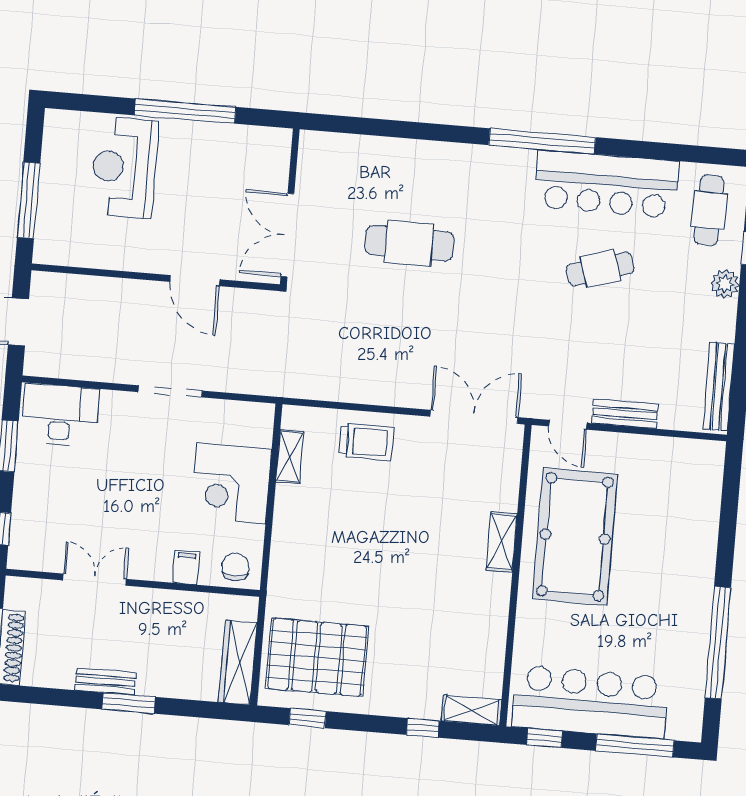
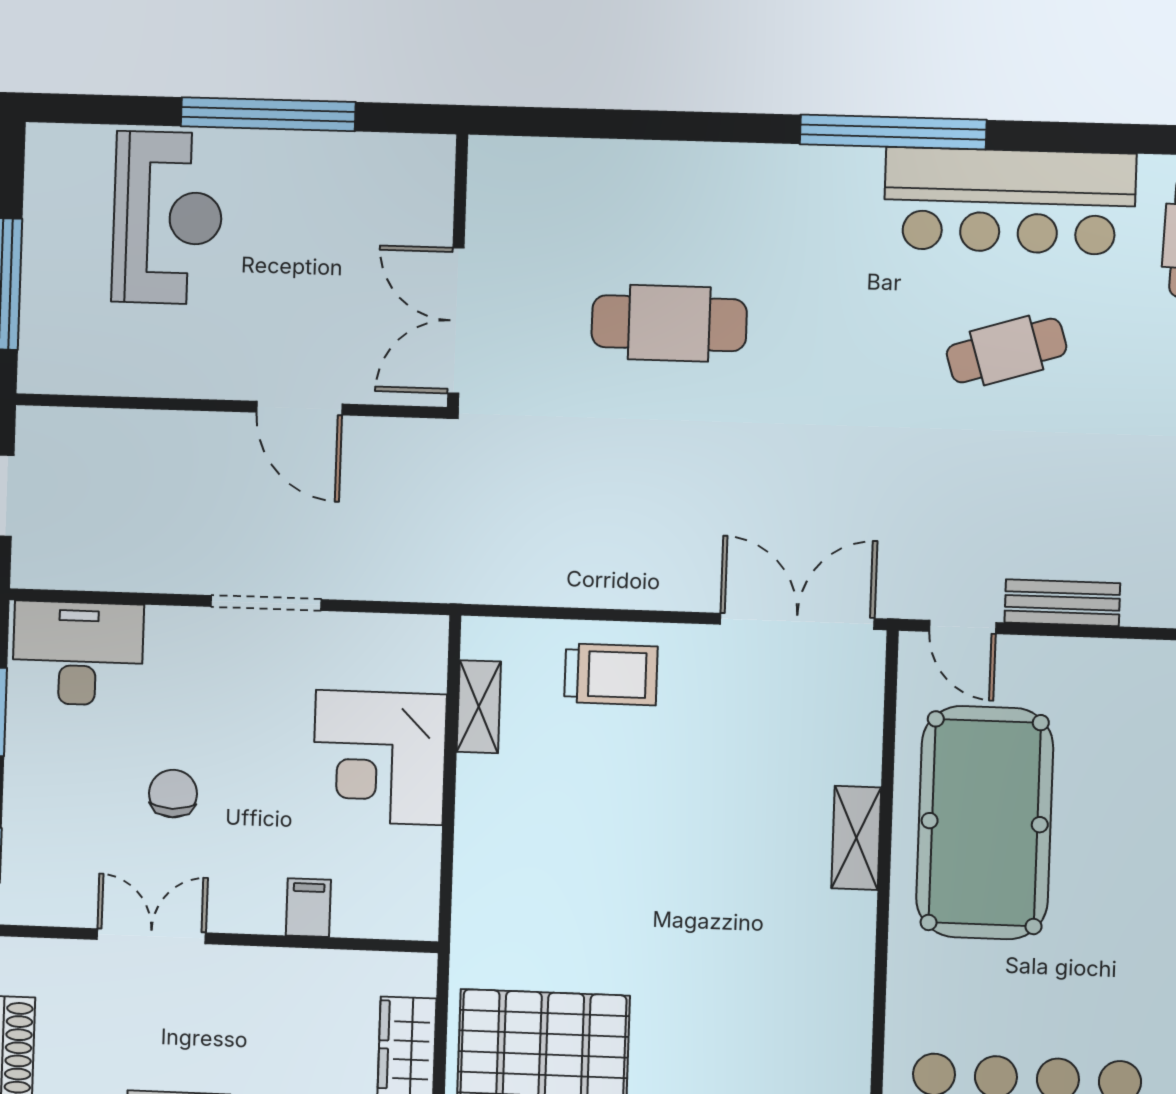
reception desk: (124, 167) -> (168, 218), turned 180
chair: (236, 567) -> (173, 794), moved

